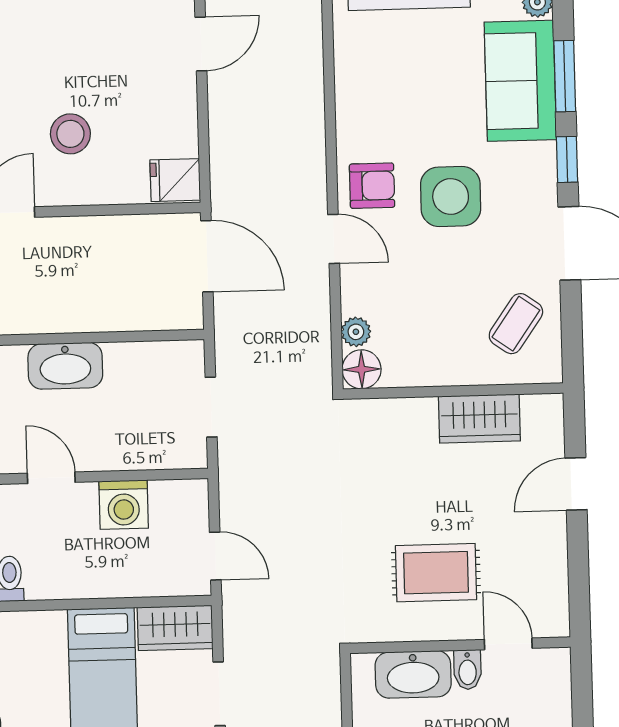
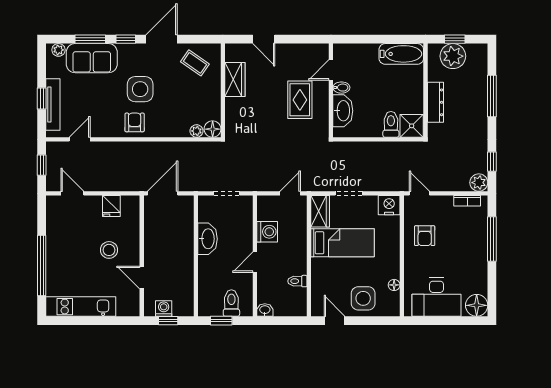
fridge: (175, 180) -> (111, 206), moved
door: (334, 239) -> (80, 139), moved
washbasin: (65, 366) -> (207, 239), moved

